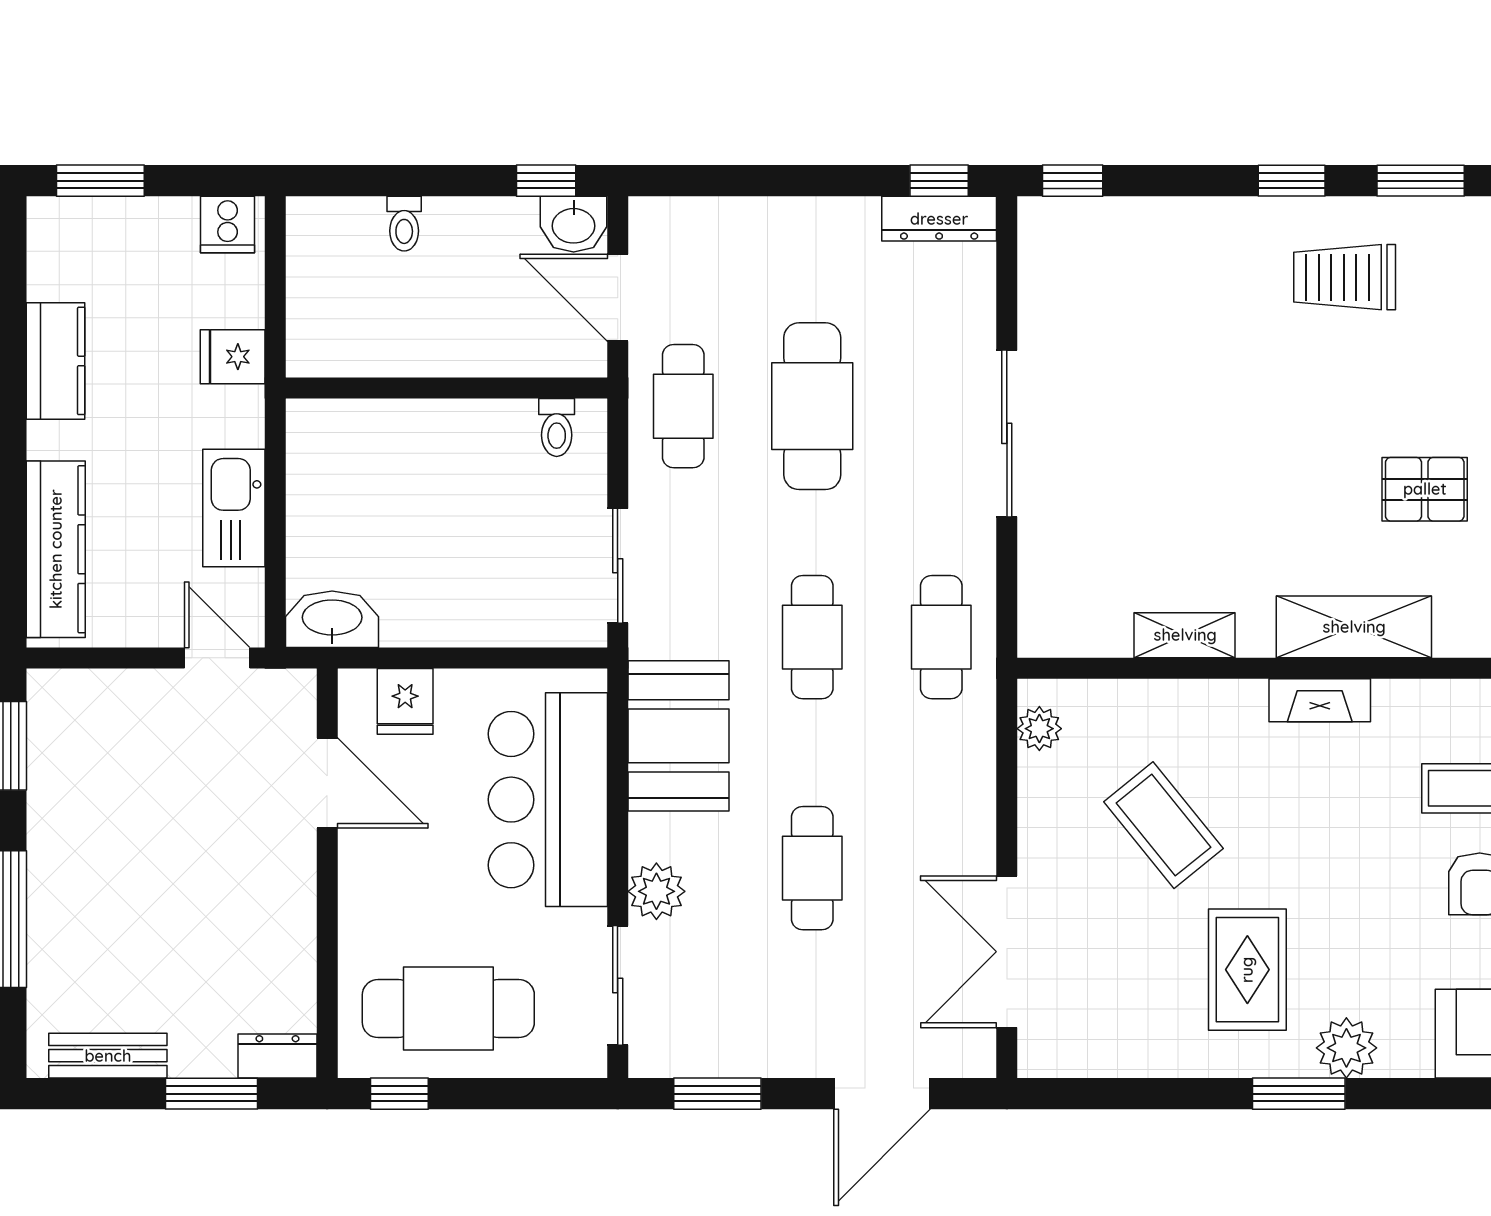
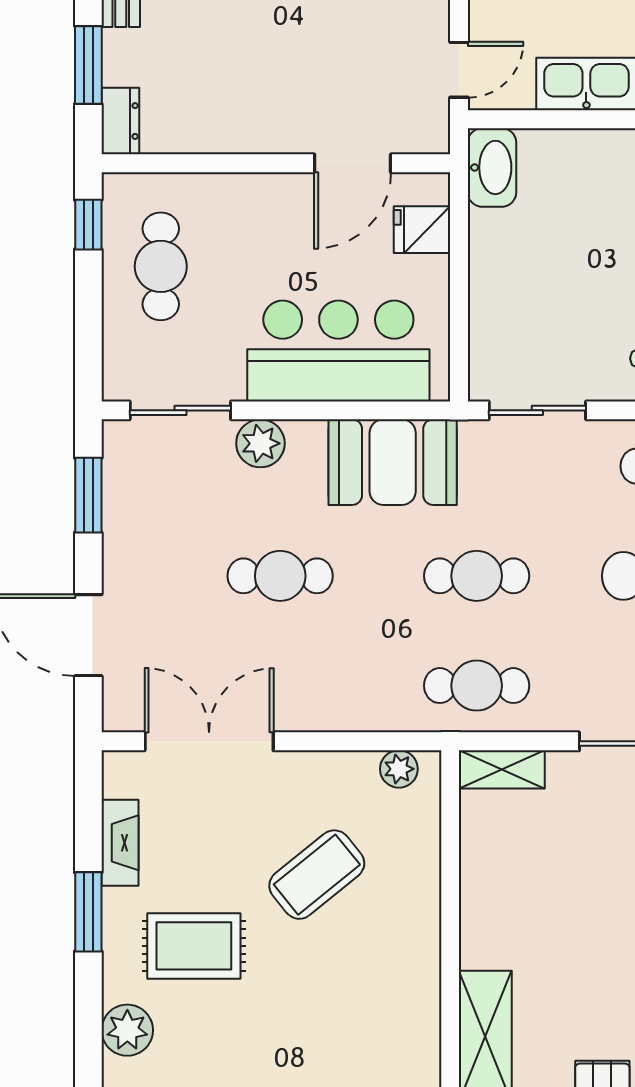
shelving: (1185, 635) -> (502, 769), moved, turned 90
fireplace: (1320, 700) -> (120, 843), moved, turned 180
cafe table: (448, 1009) -> (161, 266), width x0.73, depth x0.74
window: (1299, 1094) -> (88, 912), moved

